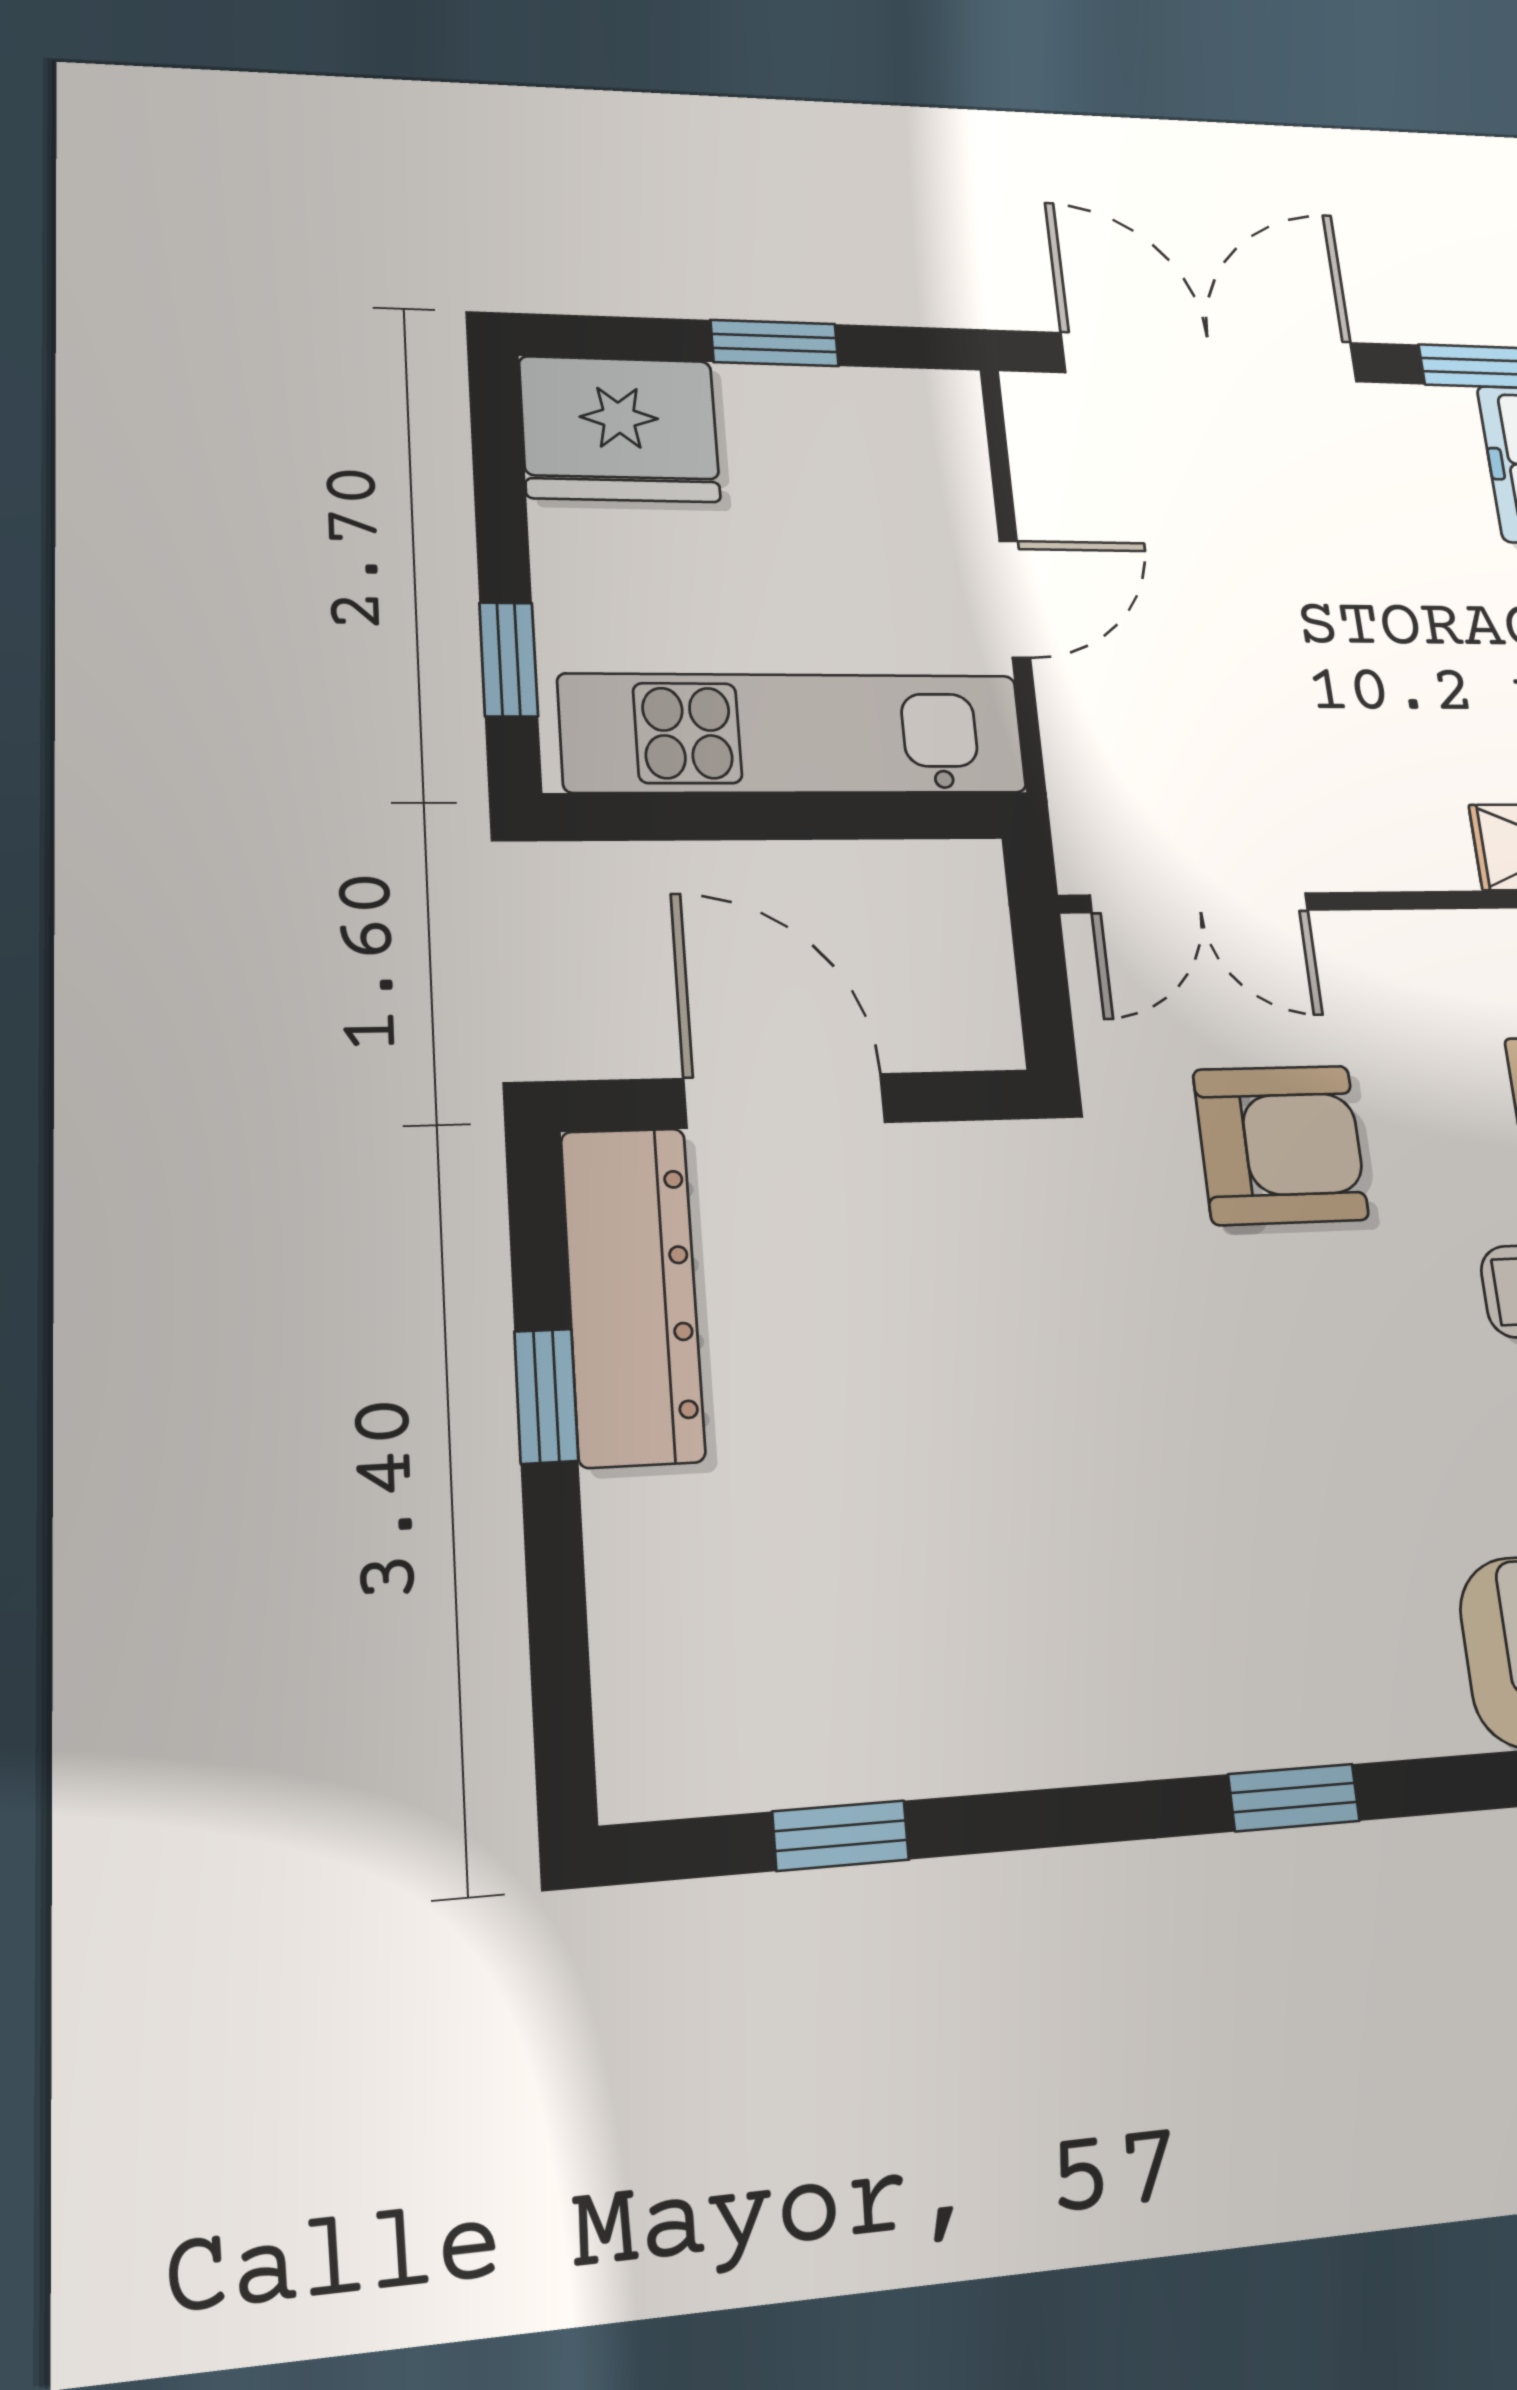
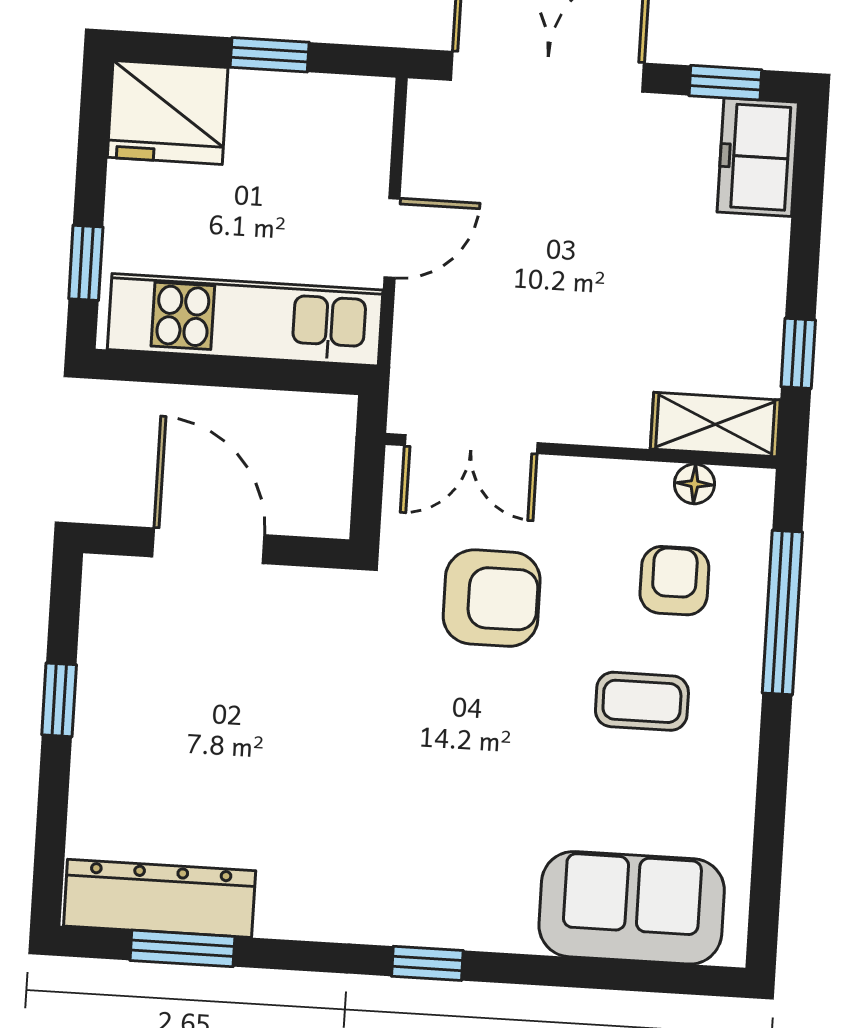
dresser: (632, 1295) -> (160, 898), moved, turned -90
window: (841, 1836) -> (182, 948), width x1.50

